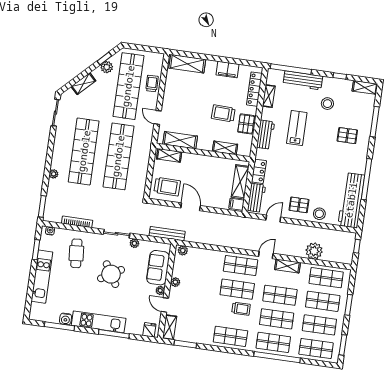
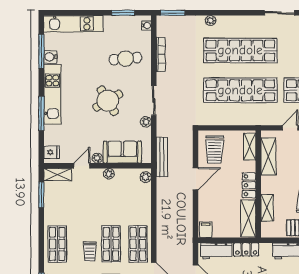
locker: (203, 161) -> (249, 185), added
shelving: (240, 182) -> (248, 218), moved, turned 90
kitchen unit: (42, 277) -> (73, 24), moved

